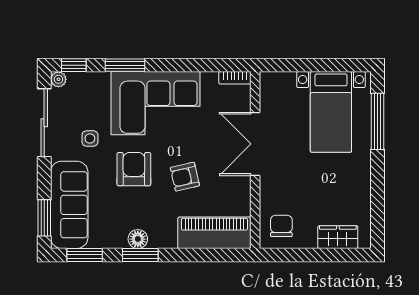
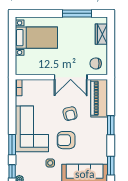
window: (377, 121) -> (77, 13), moved
double door: (255, 144) -> (71, 77), moved
floor lamp: (138, 239) -> (102, 138), removed
window: (140, 255) -> (111, 125), moved

